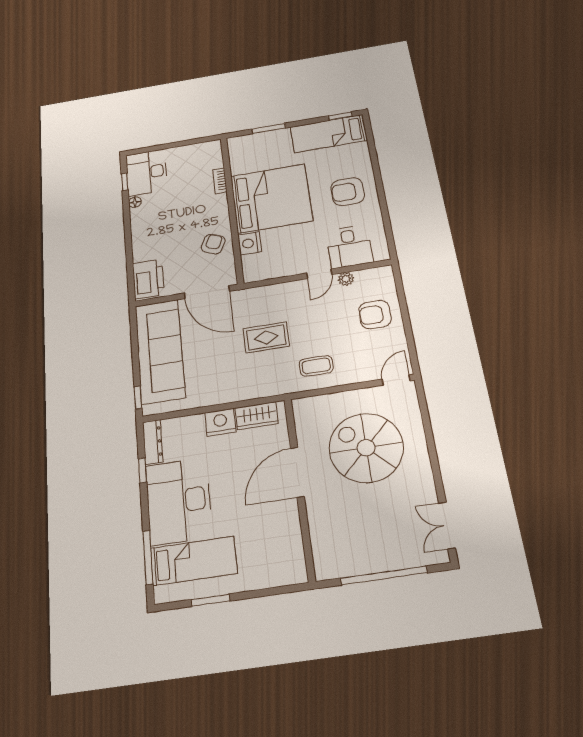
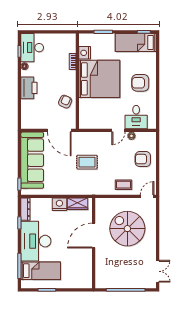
nightstand: (250, 243) -> (85, 53), moved
printer: (148, 279) -> (29, 88), moved
coffee table: (316, 366) -> (123, 185), moved
double door: (447, 525) -> (158, 271), swing flipped

